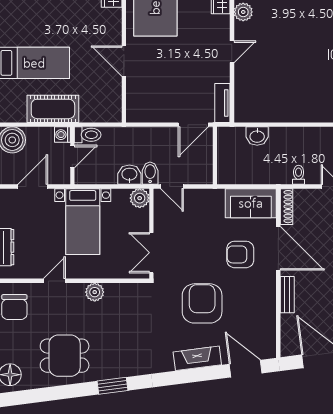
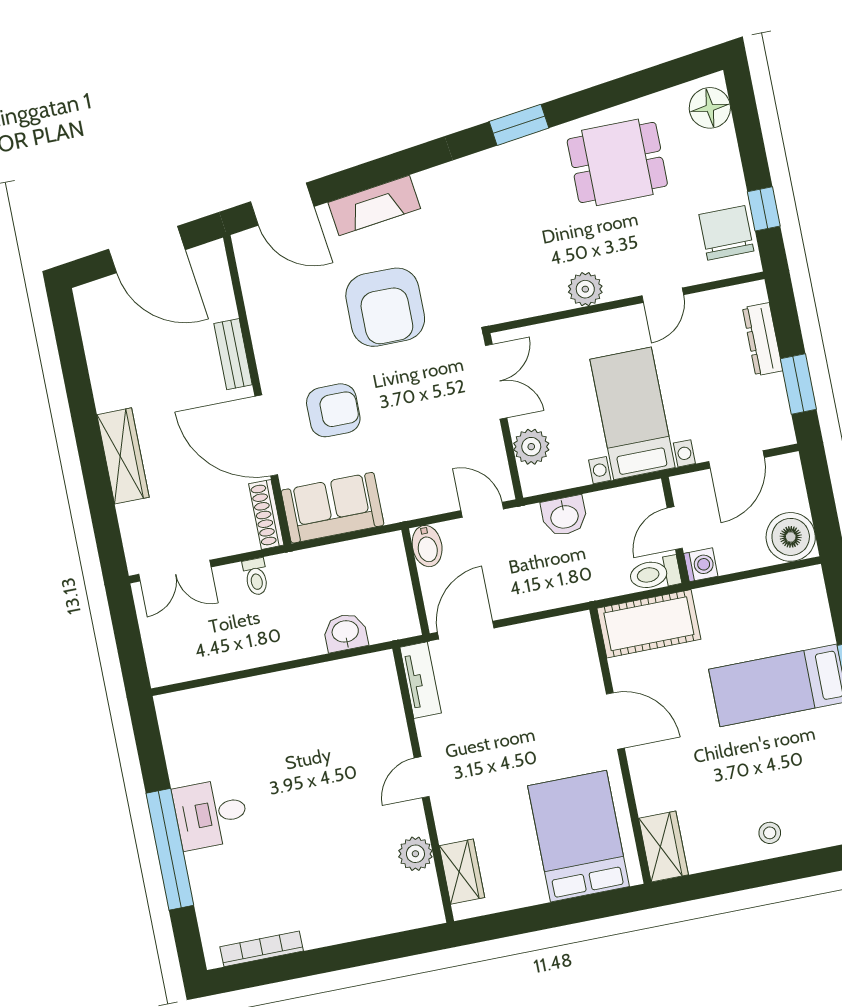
cot: (53, 109) -> (649, 624), moved
bidet: (150, 173) -> (427, 546), moved
plant: (140, 198) -> (531, 447), moved

